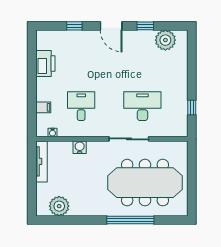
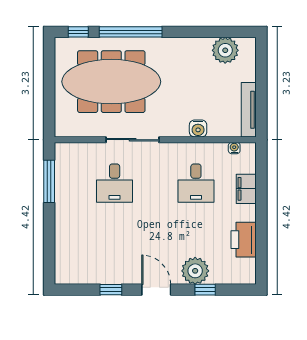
plant: (165, 40) -> (195, 271), moved
desk: (142, 106) -> (115, 183), width x0.73
filing cabinet: (43, 107) -> (246, 189), width x2.00
window: (192, 107) -> (49, 181), width x2.17
window: (170, 220) -> (78, 32), added

